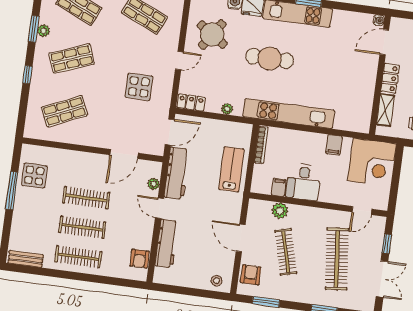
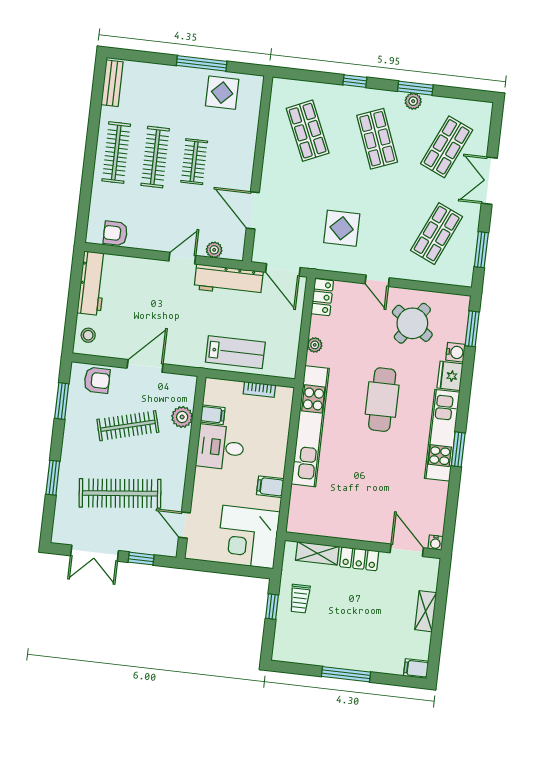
bookcase: (261, 145) -> (259, 389), width x0.64
clothes rail: (86, 198) -> (194, 162), width x0.73
workbench: (167, 244) -> (92, 283), moved, turned -90

